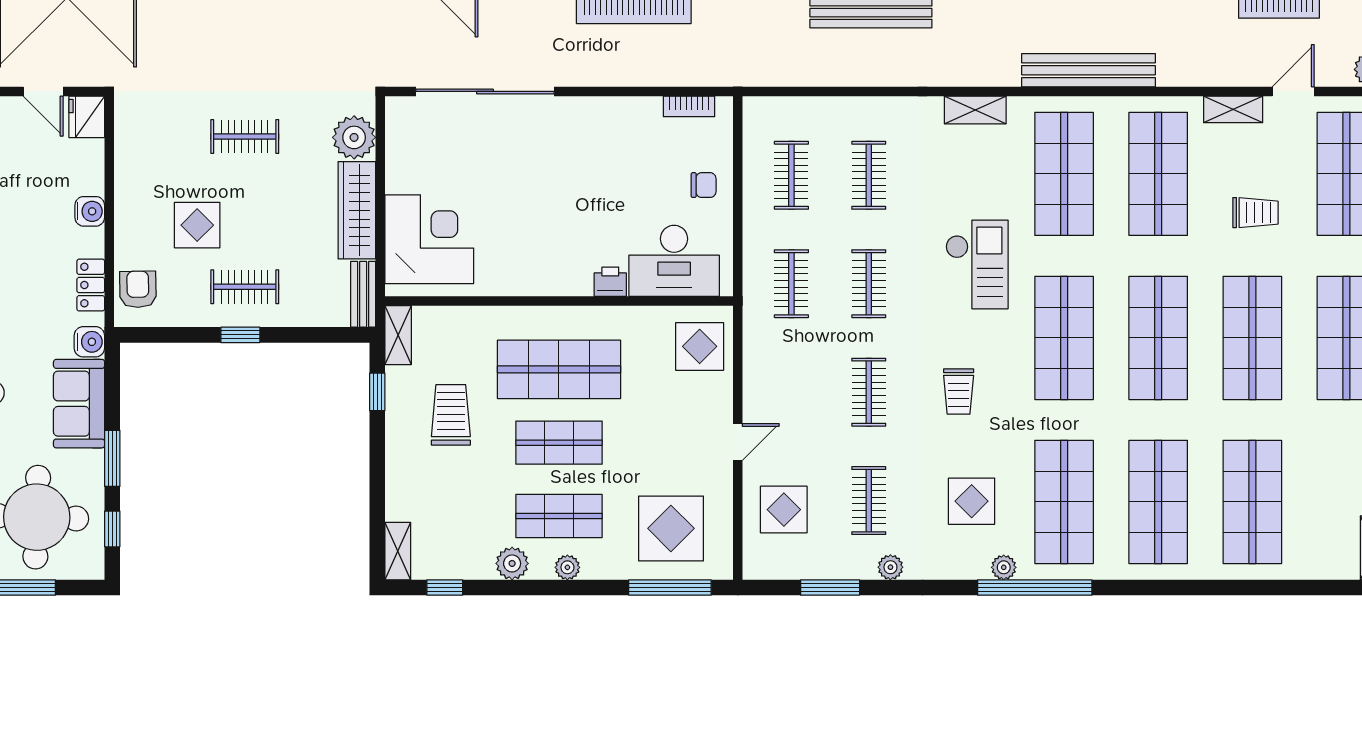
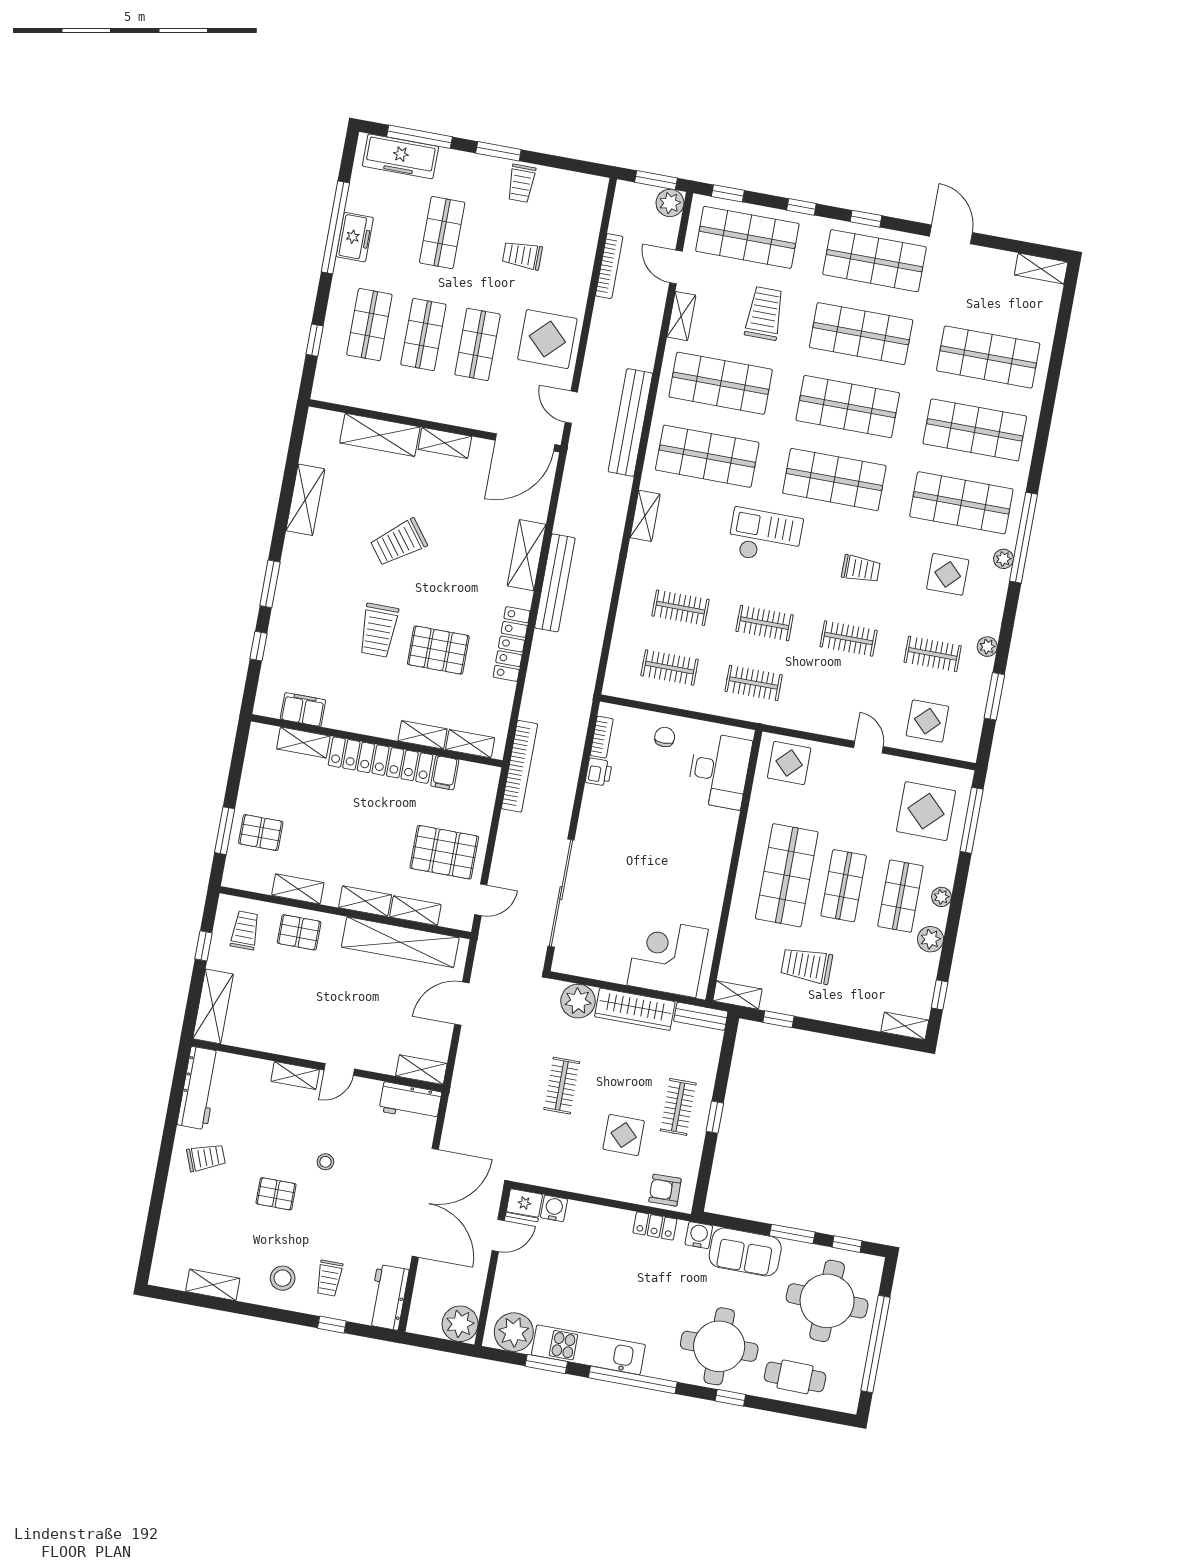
water cooler: (90, 211) -> (554, 1208), moved
trolley: (1255, 213) -> (764, 313), width x1.36, depth x1.39
printer: (610, 282) -> (599, 772), moved, turned 180

